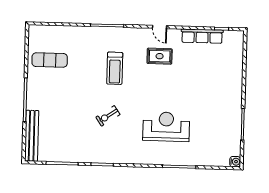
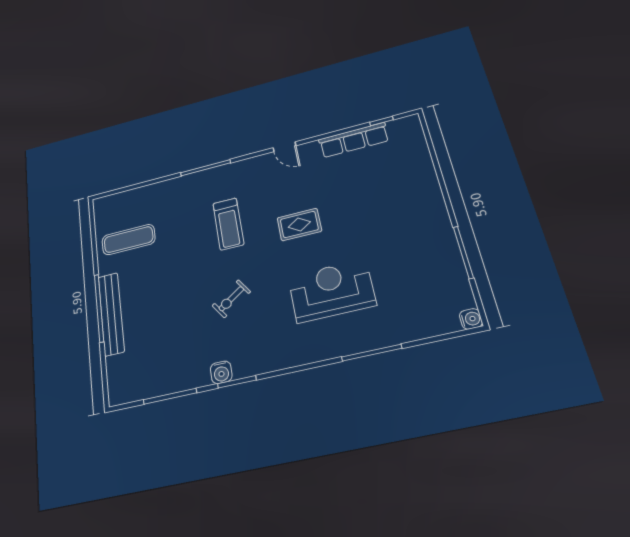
rug: (160, 56) -> (299, 224), moved
bench: (32, 136) -> (111, 314), moved
water cooler: (94, 157) -> (221, 372), added

